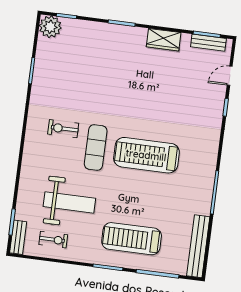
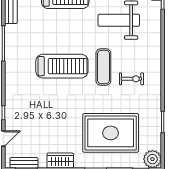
rug: (97, 65) -> (111, 133), added

